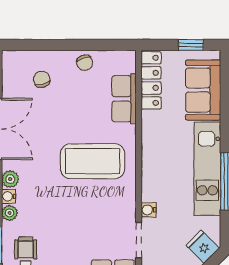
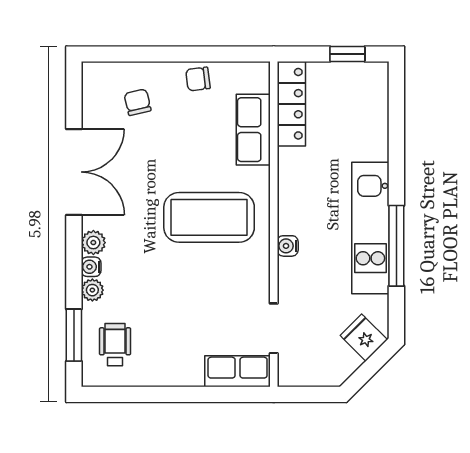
chair: (85, 63) -> (198, 79), turned 102
sofa: (203, 90) -> (364, 117), removed
water cooler: (148, 210) -> (288, 246), moved

